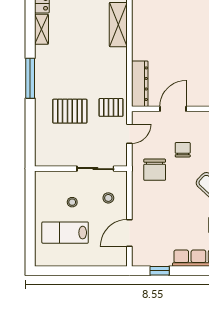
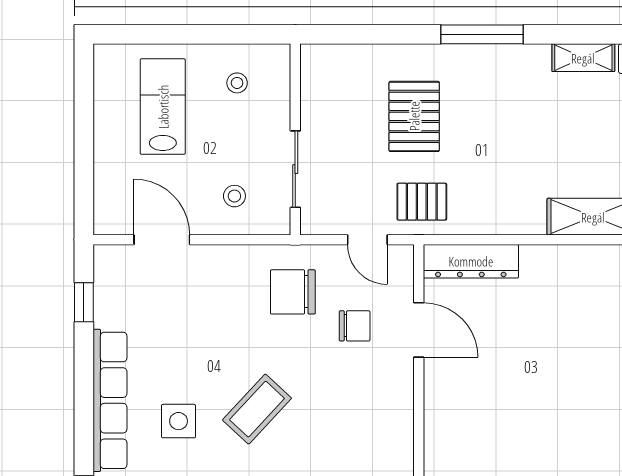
pallet: (111, 107) -> (422, 202), turned 90
chair: (183, 150) -> (355, 326), moved
stool: (72, 202) -> (237, 83), moved

